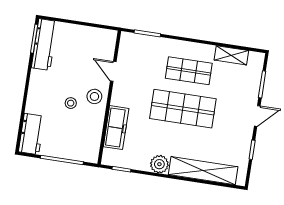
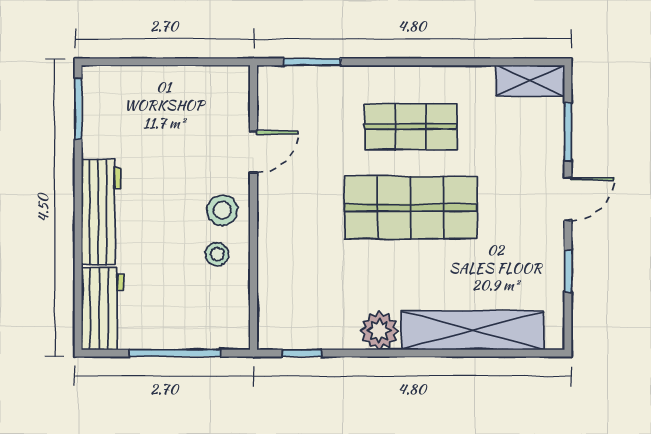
workbench: (44, 45) -> (101, 212), moved
shelving: (231, 55) -> (530, 81), moved
door: (113, 71) -> (253, 152), swing flipped
stool: (71, 103) -> (217, 254), moved
freezer: (116, 128) -> (277, 268), removed

